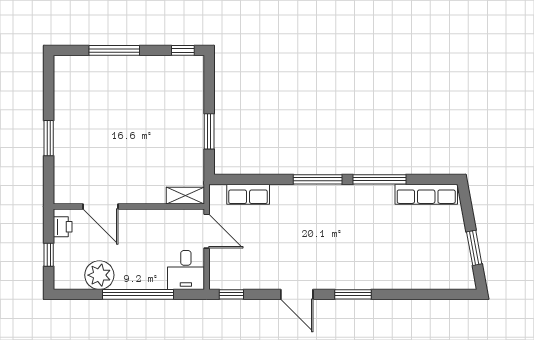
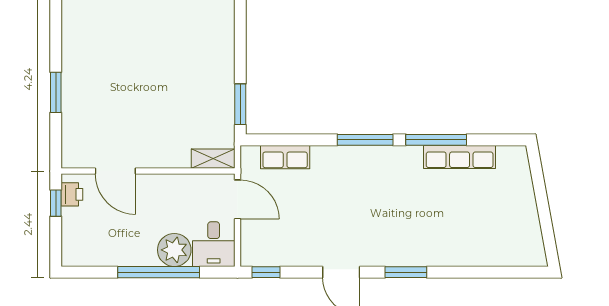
window: (209, 131) -> (240, 104), moved
row of seats: (426, 194) -> (460, 157), moved
window: (474, 248) -> (545, 219), removed
window: (49, 255) -> (56, 203), moved
plant: (99, 275) -> (174, 250), moved

